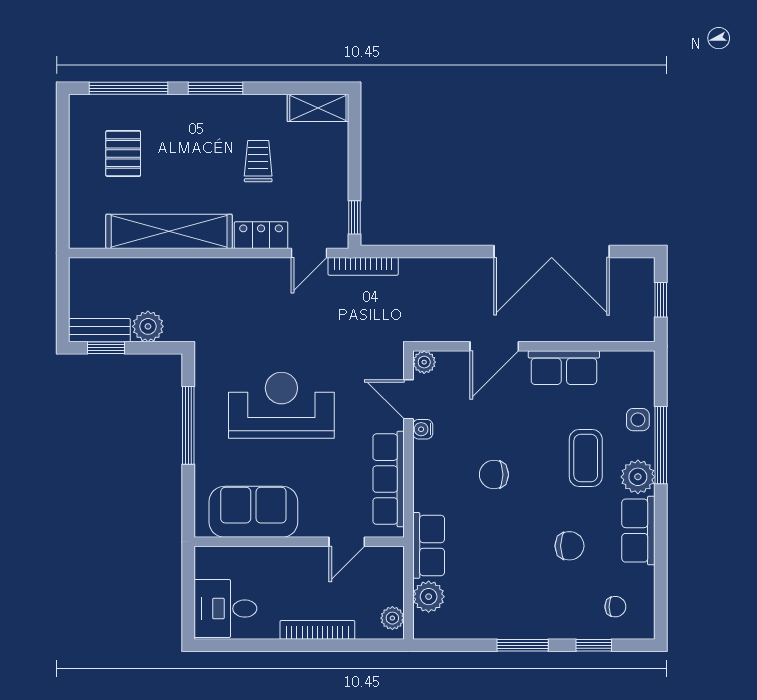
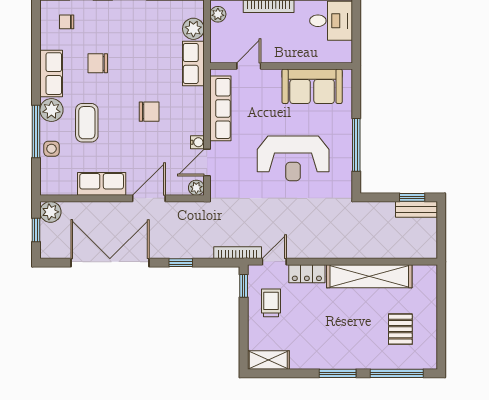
trolley: (258, 161) -> (271, 303), moved, turned 180
window: (447, 252) -> (181, 263), added
plant: (148, 326) -> (50, 212), moved
door: (408, 399) -> (207, 163), swing flipped

